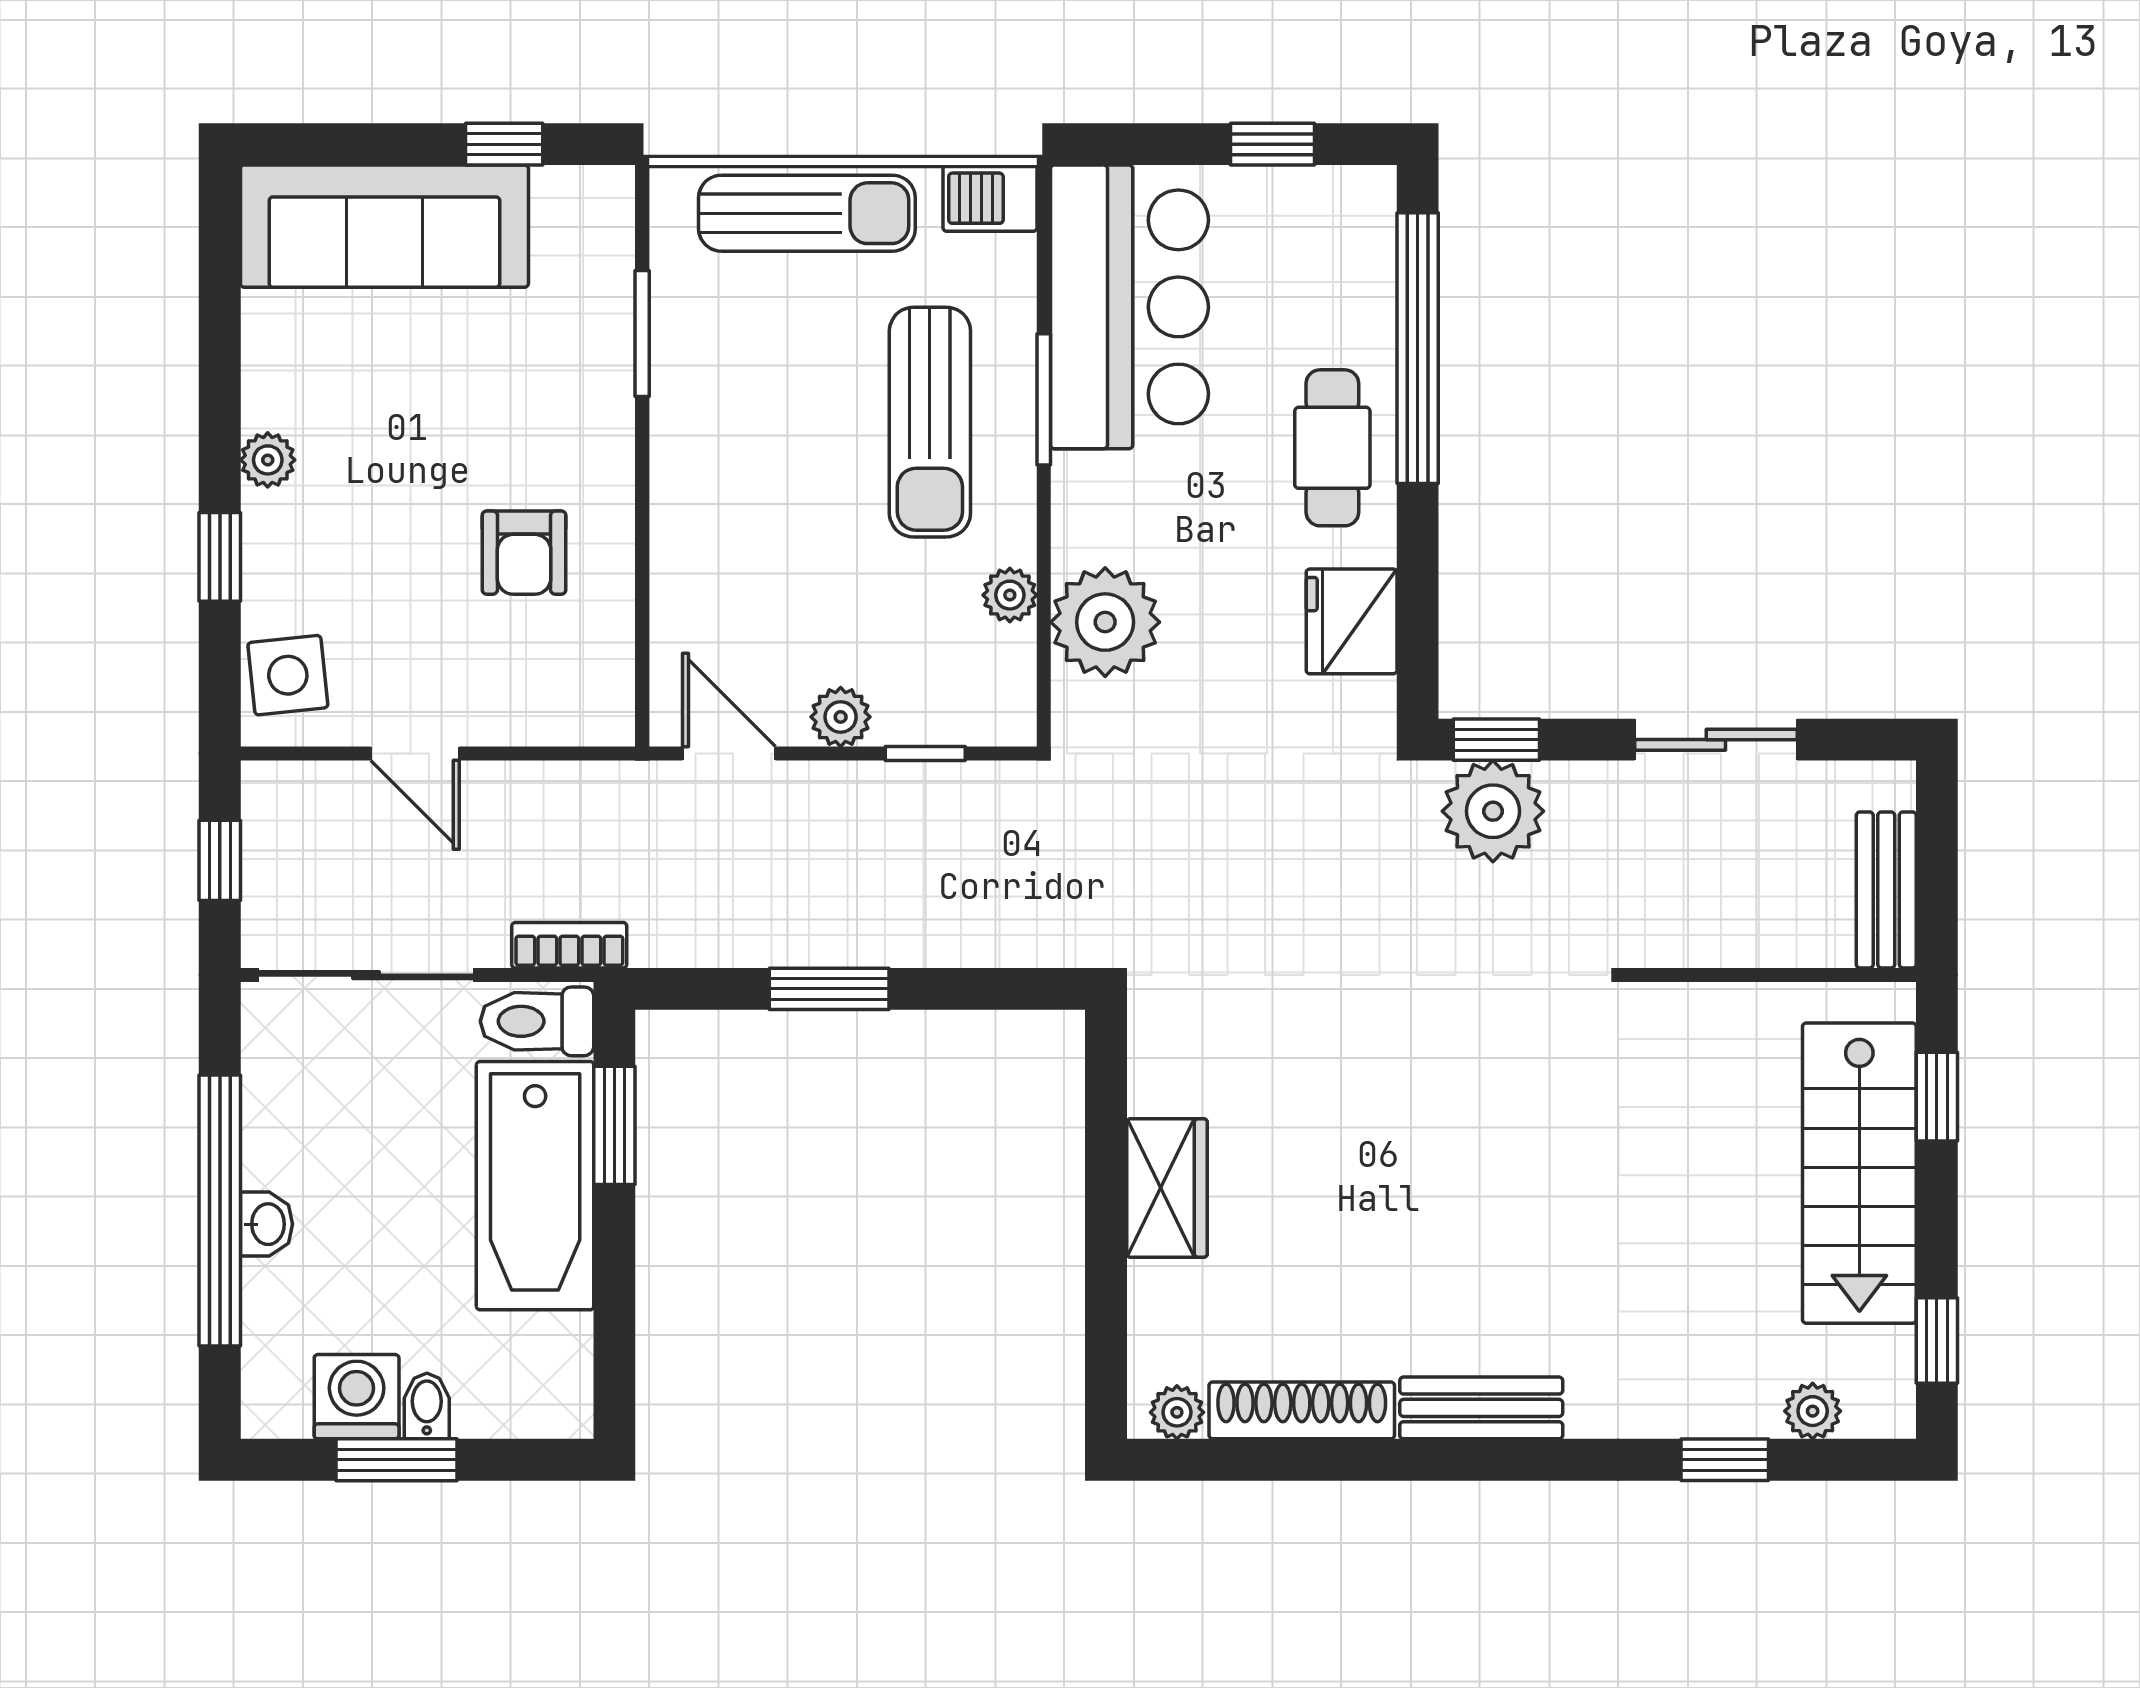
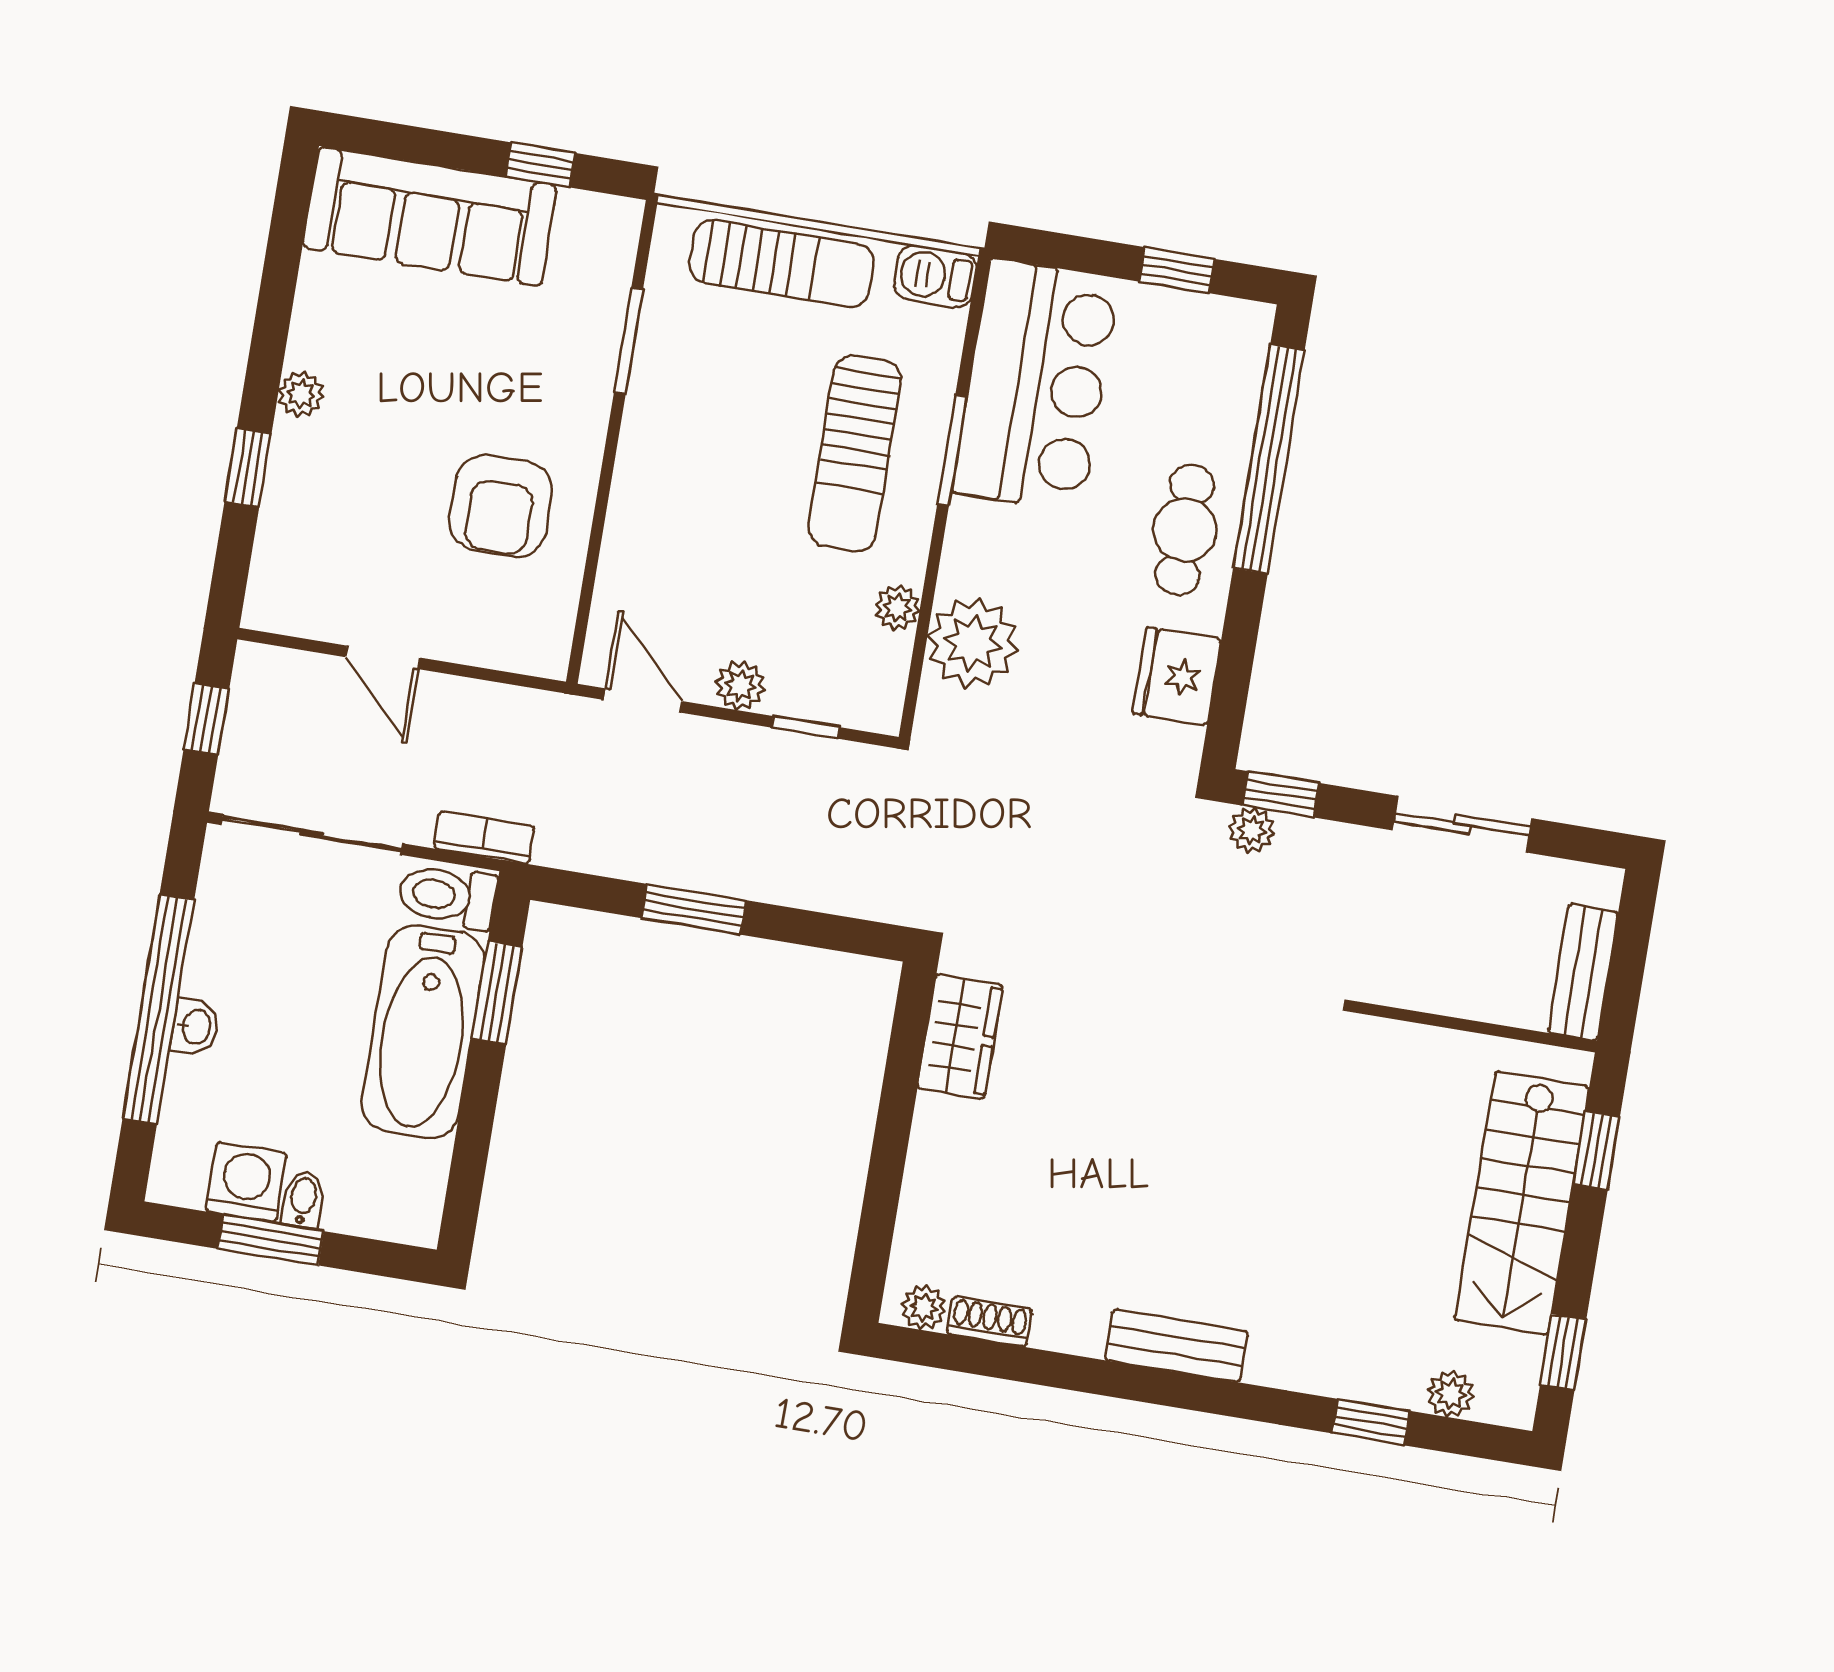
armchair: (524, 553) -> (501, 506), width x1.38, depth x1.38
side table: (288, 675) -> (288, 575), removed
plant: (1493, 811) -> (1252, 830), width x0.53, depth x0.53
wardrobe: (1167, 1188) -> (960, 1037), moved
shoe rack: (1302, 1410) -> (989, 1322), width x0.51, depth x0.81

